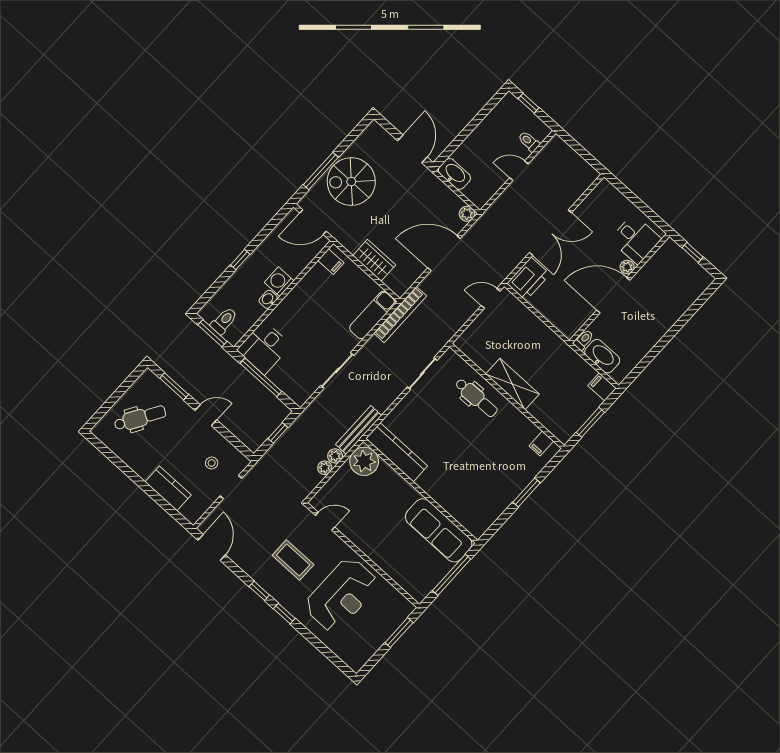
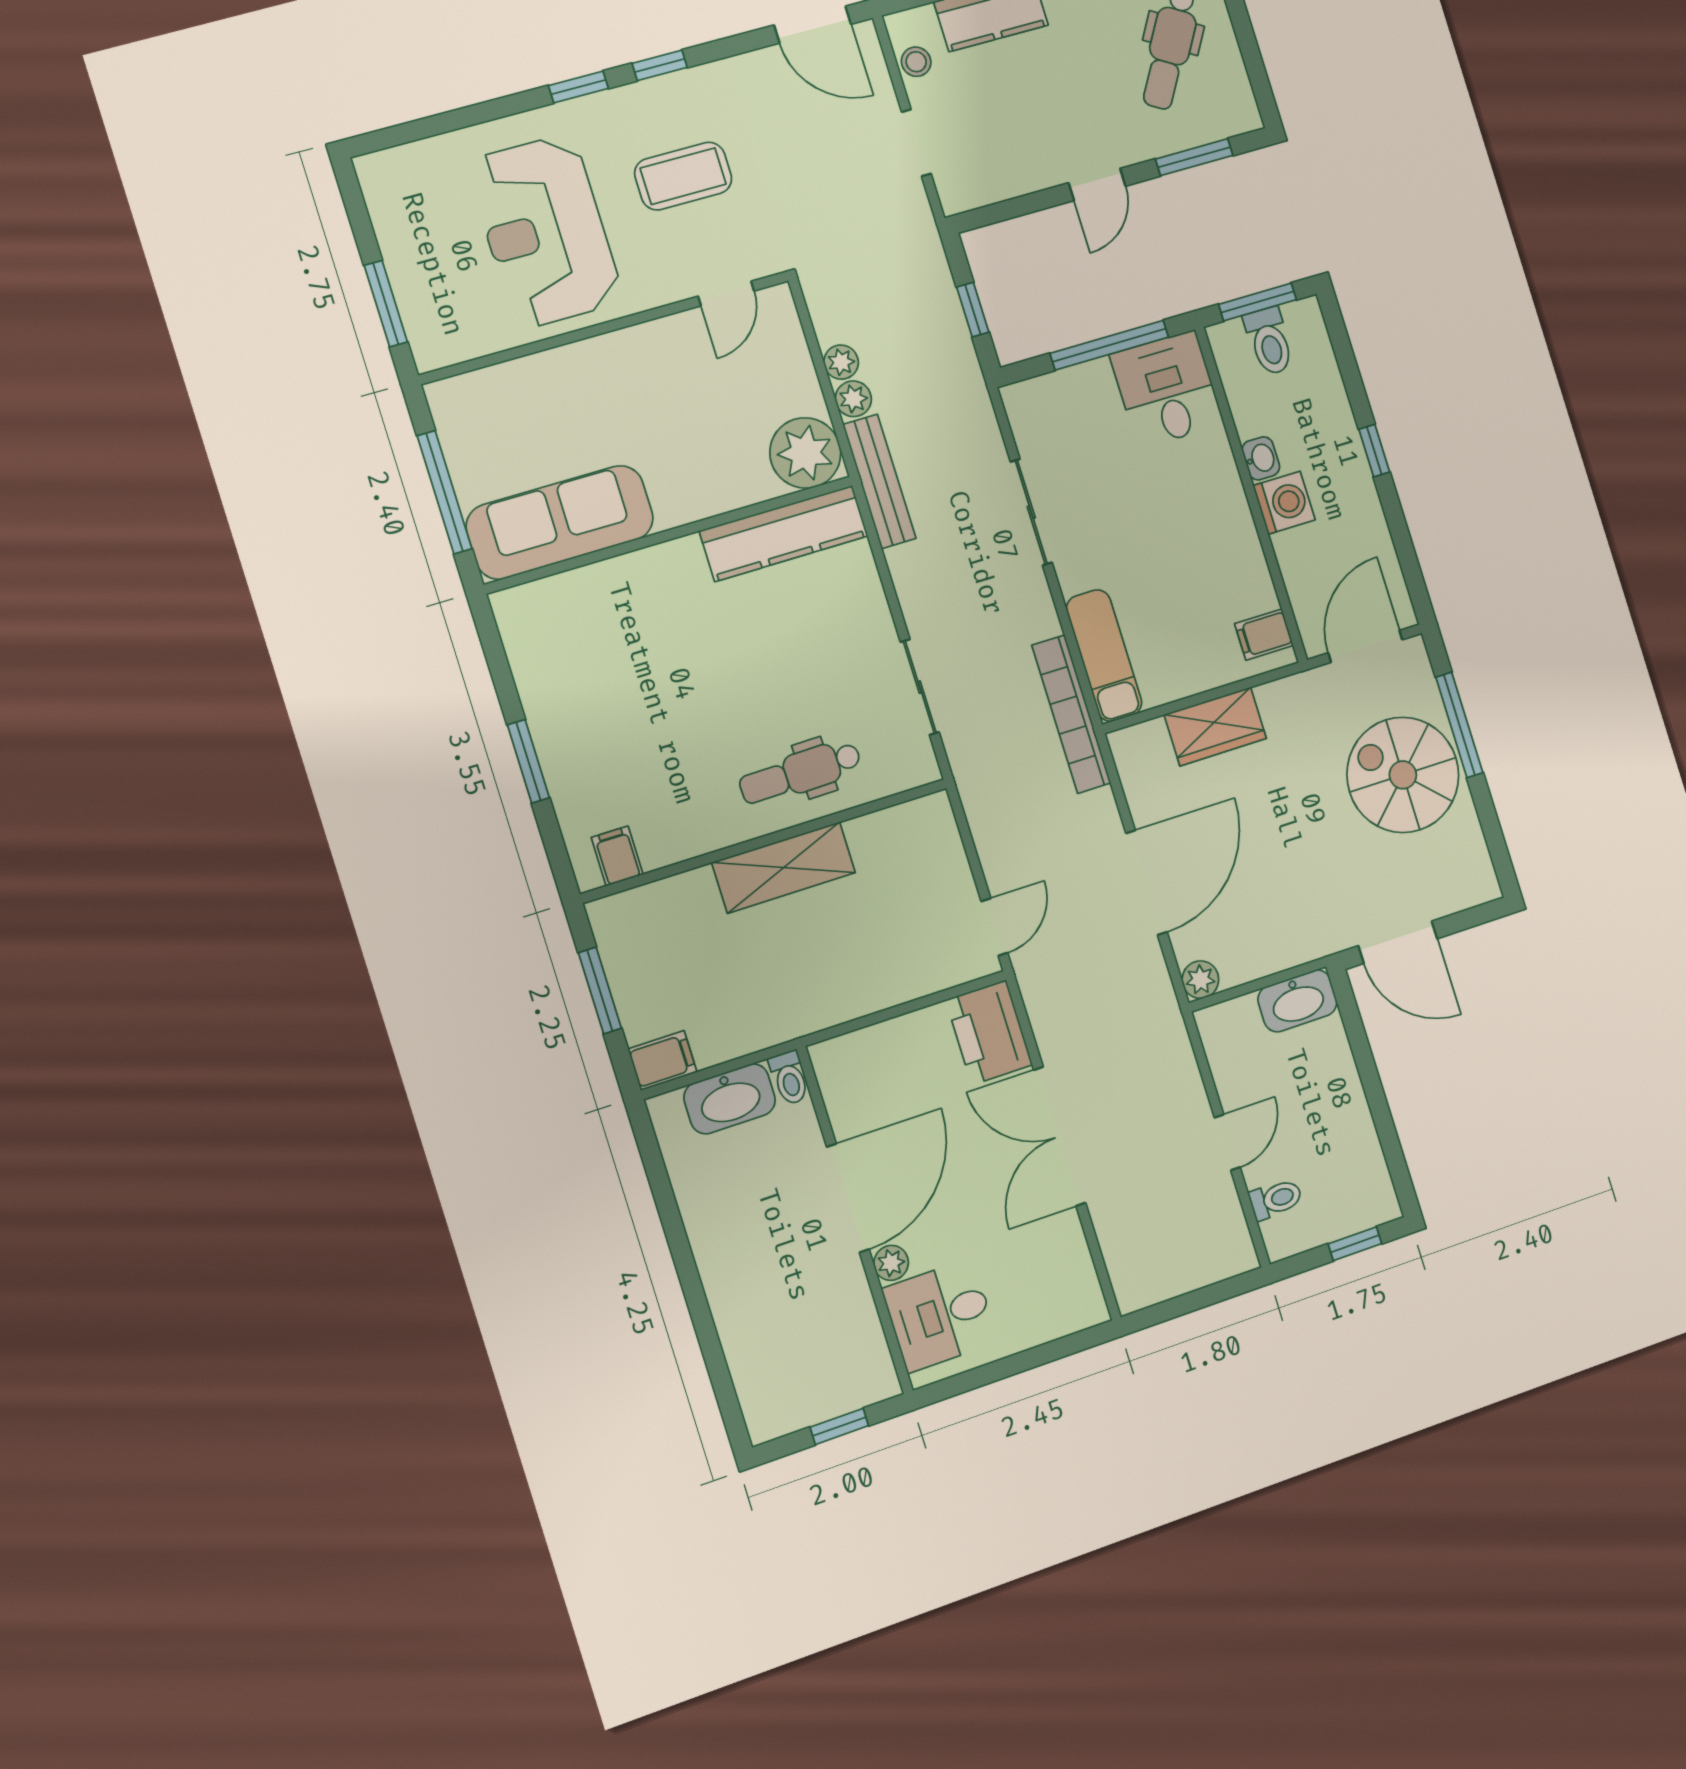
spiral stairs: (351, 182) -> (1403, 775), turned -90
stool: (212, 463) -> (916, 62), moved

